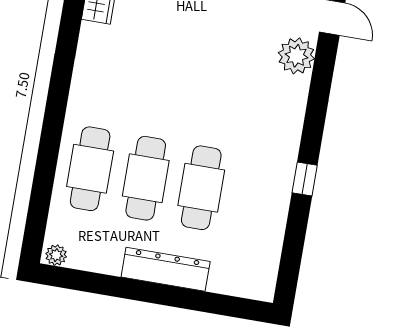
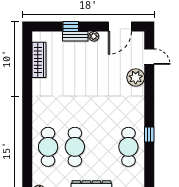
cafe table: (201, 188) -> (128, 147), moved

